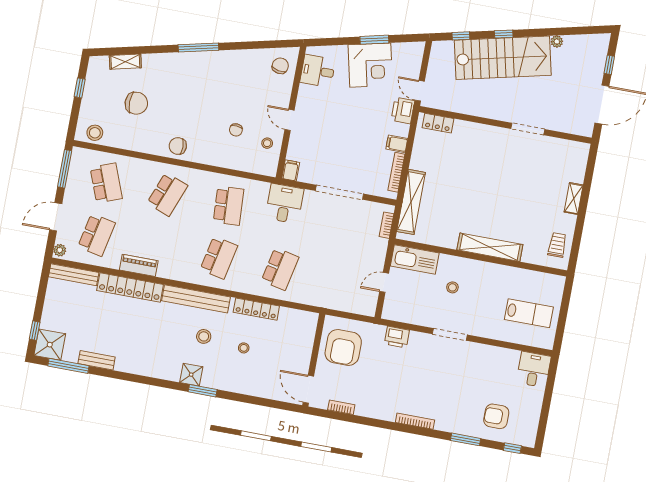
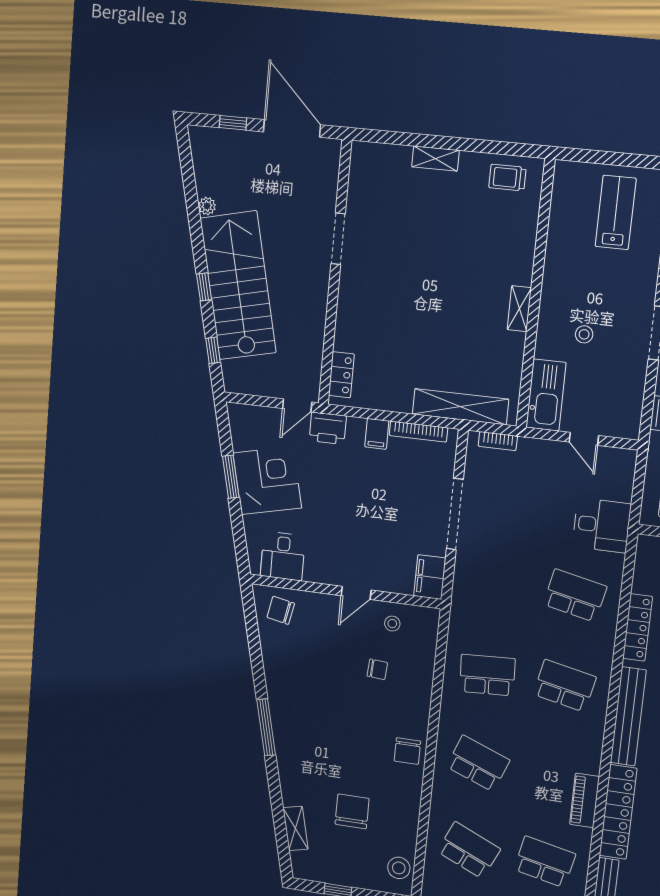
filing cabinet: (291, 170) -> (430, 577), width x2.00
school desk: (106, 183) -> (469, 850), turned 45
desk: (285, 204) -> (602, 525), moved, turned 180
shelving: (490, 247) -> (519, 309), width x0.45, depth x0.75

